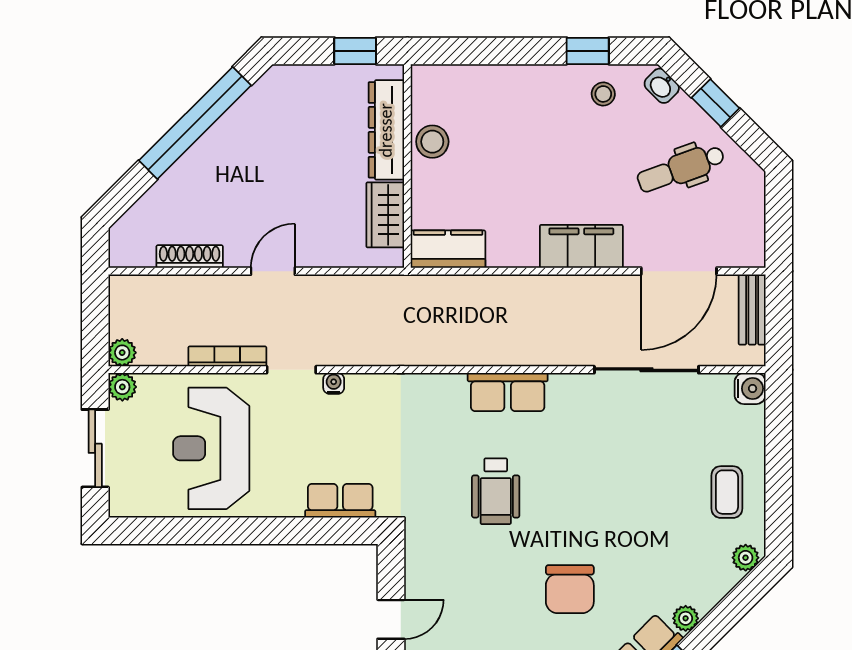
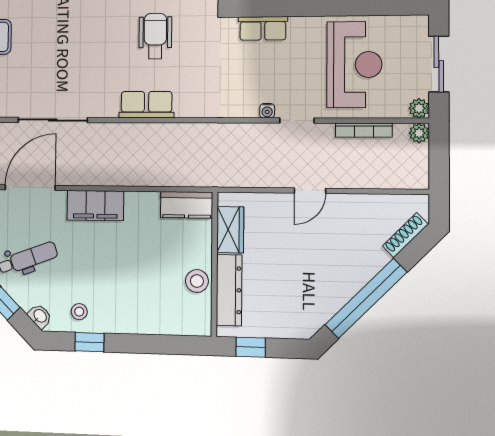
shoe rack: (190, 257) -> (405, 235), moved, turned 135
bookcase: (227, 356) -> (364, 130), moved

